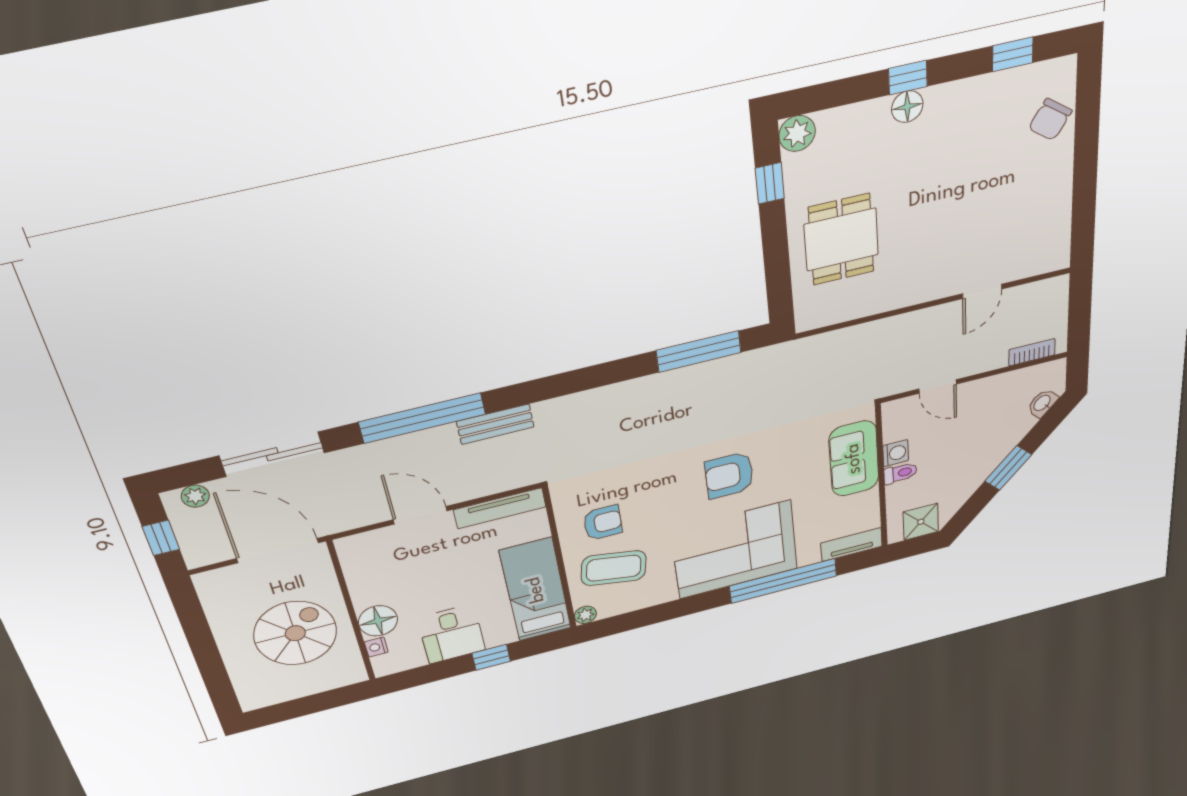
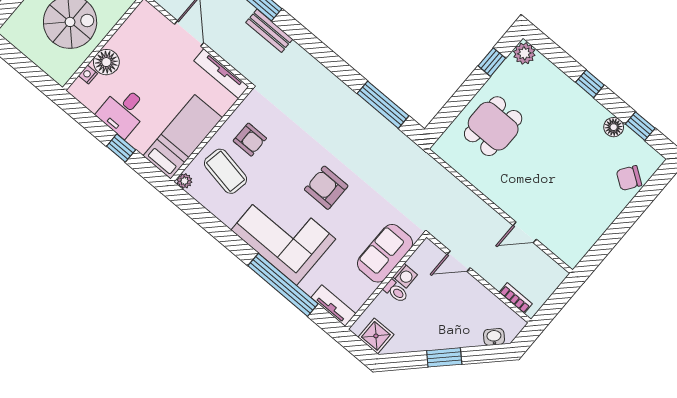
floor lamp: (907, 107) -> (614, 127), moved
door: (938, 386) -> (459, 261), hinge flipped

